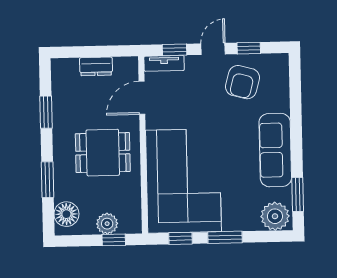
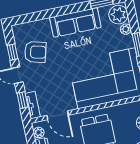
plant: (122, 65) -> (39, 132), added
plant: (251, 223) -> (126, 29), added

